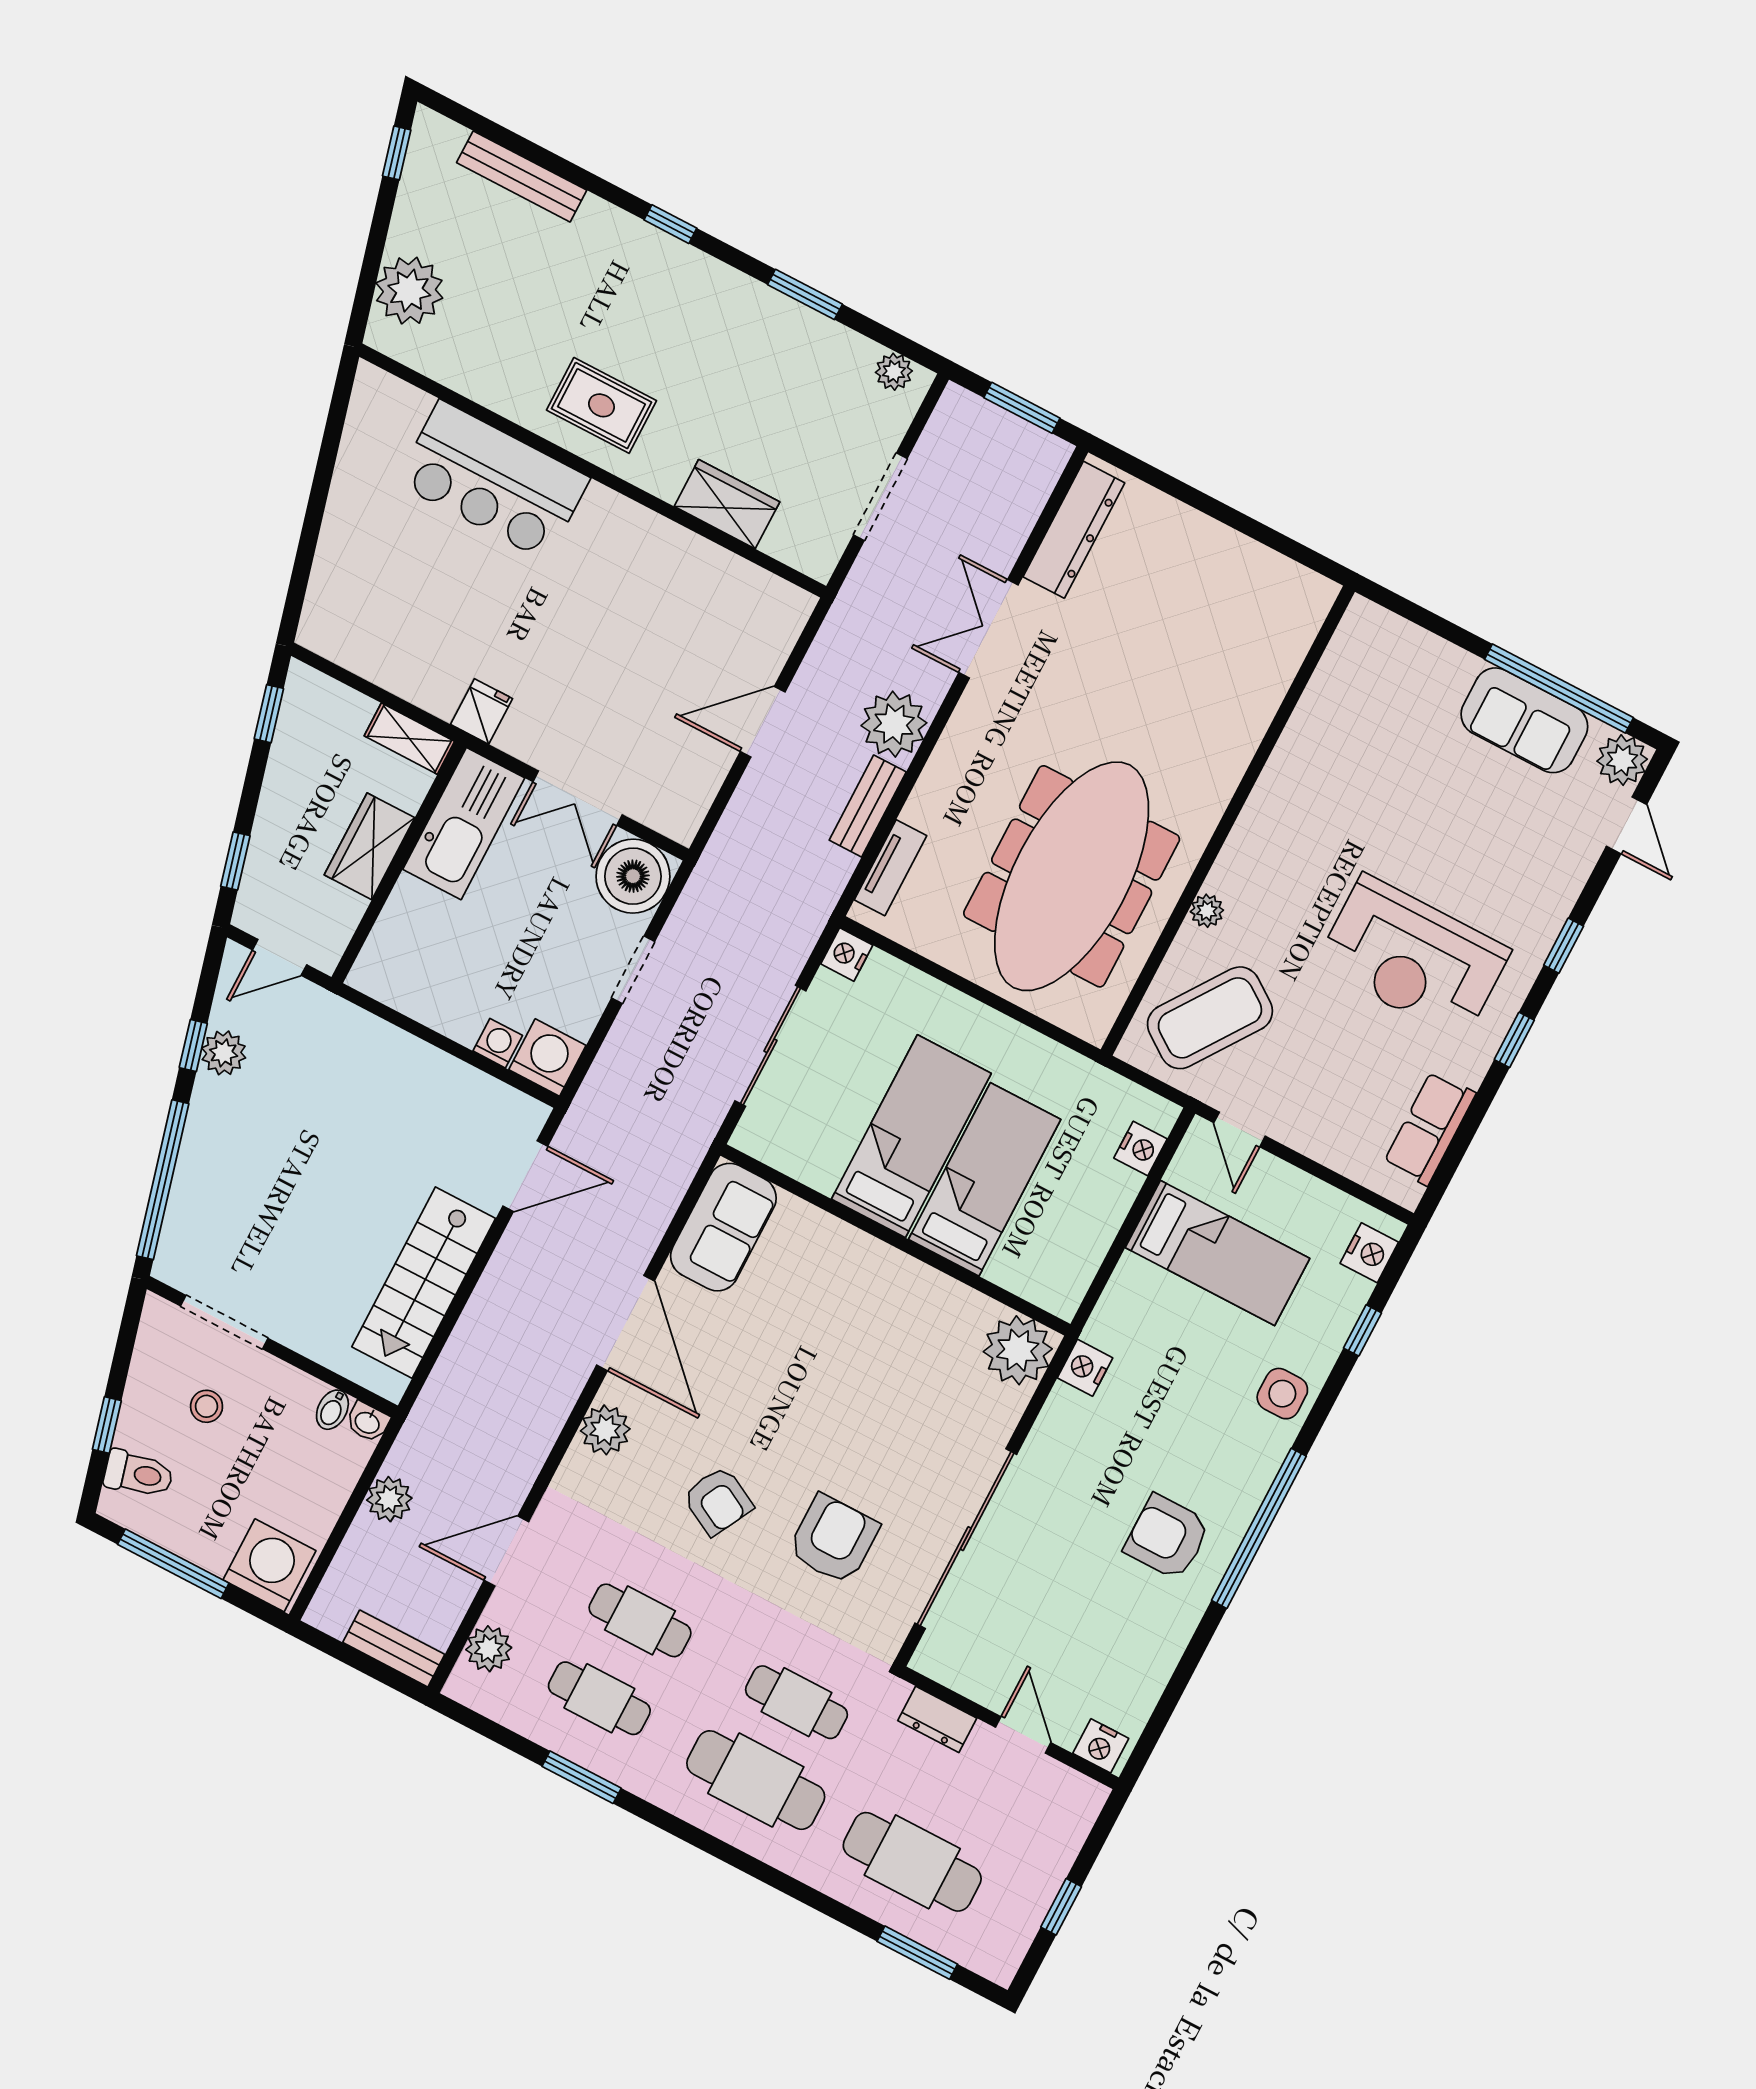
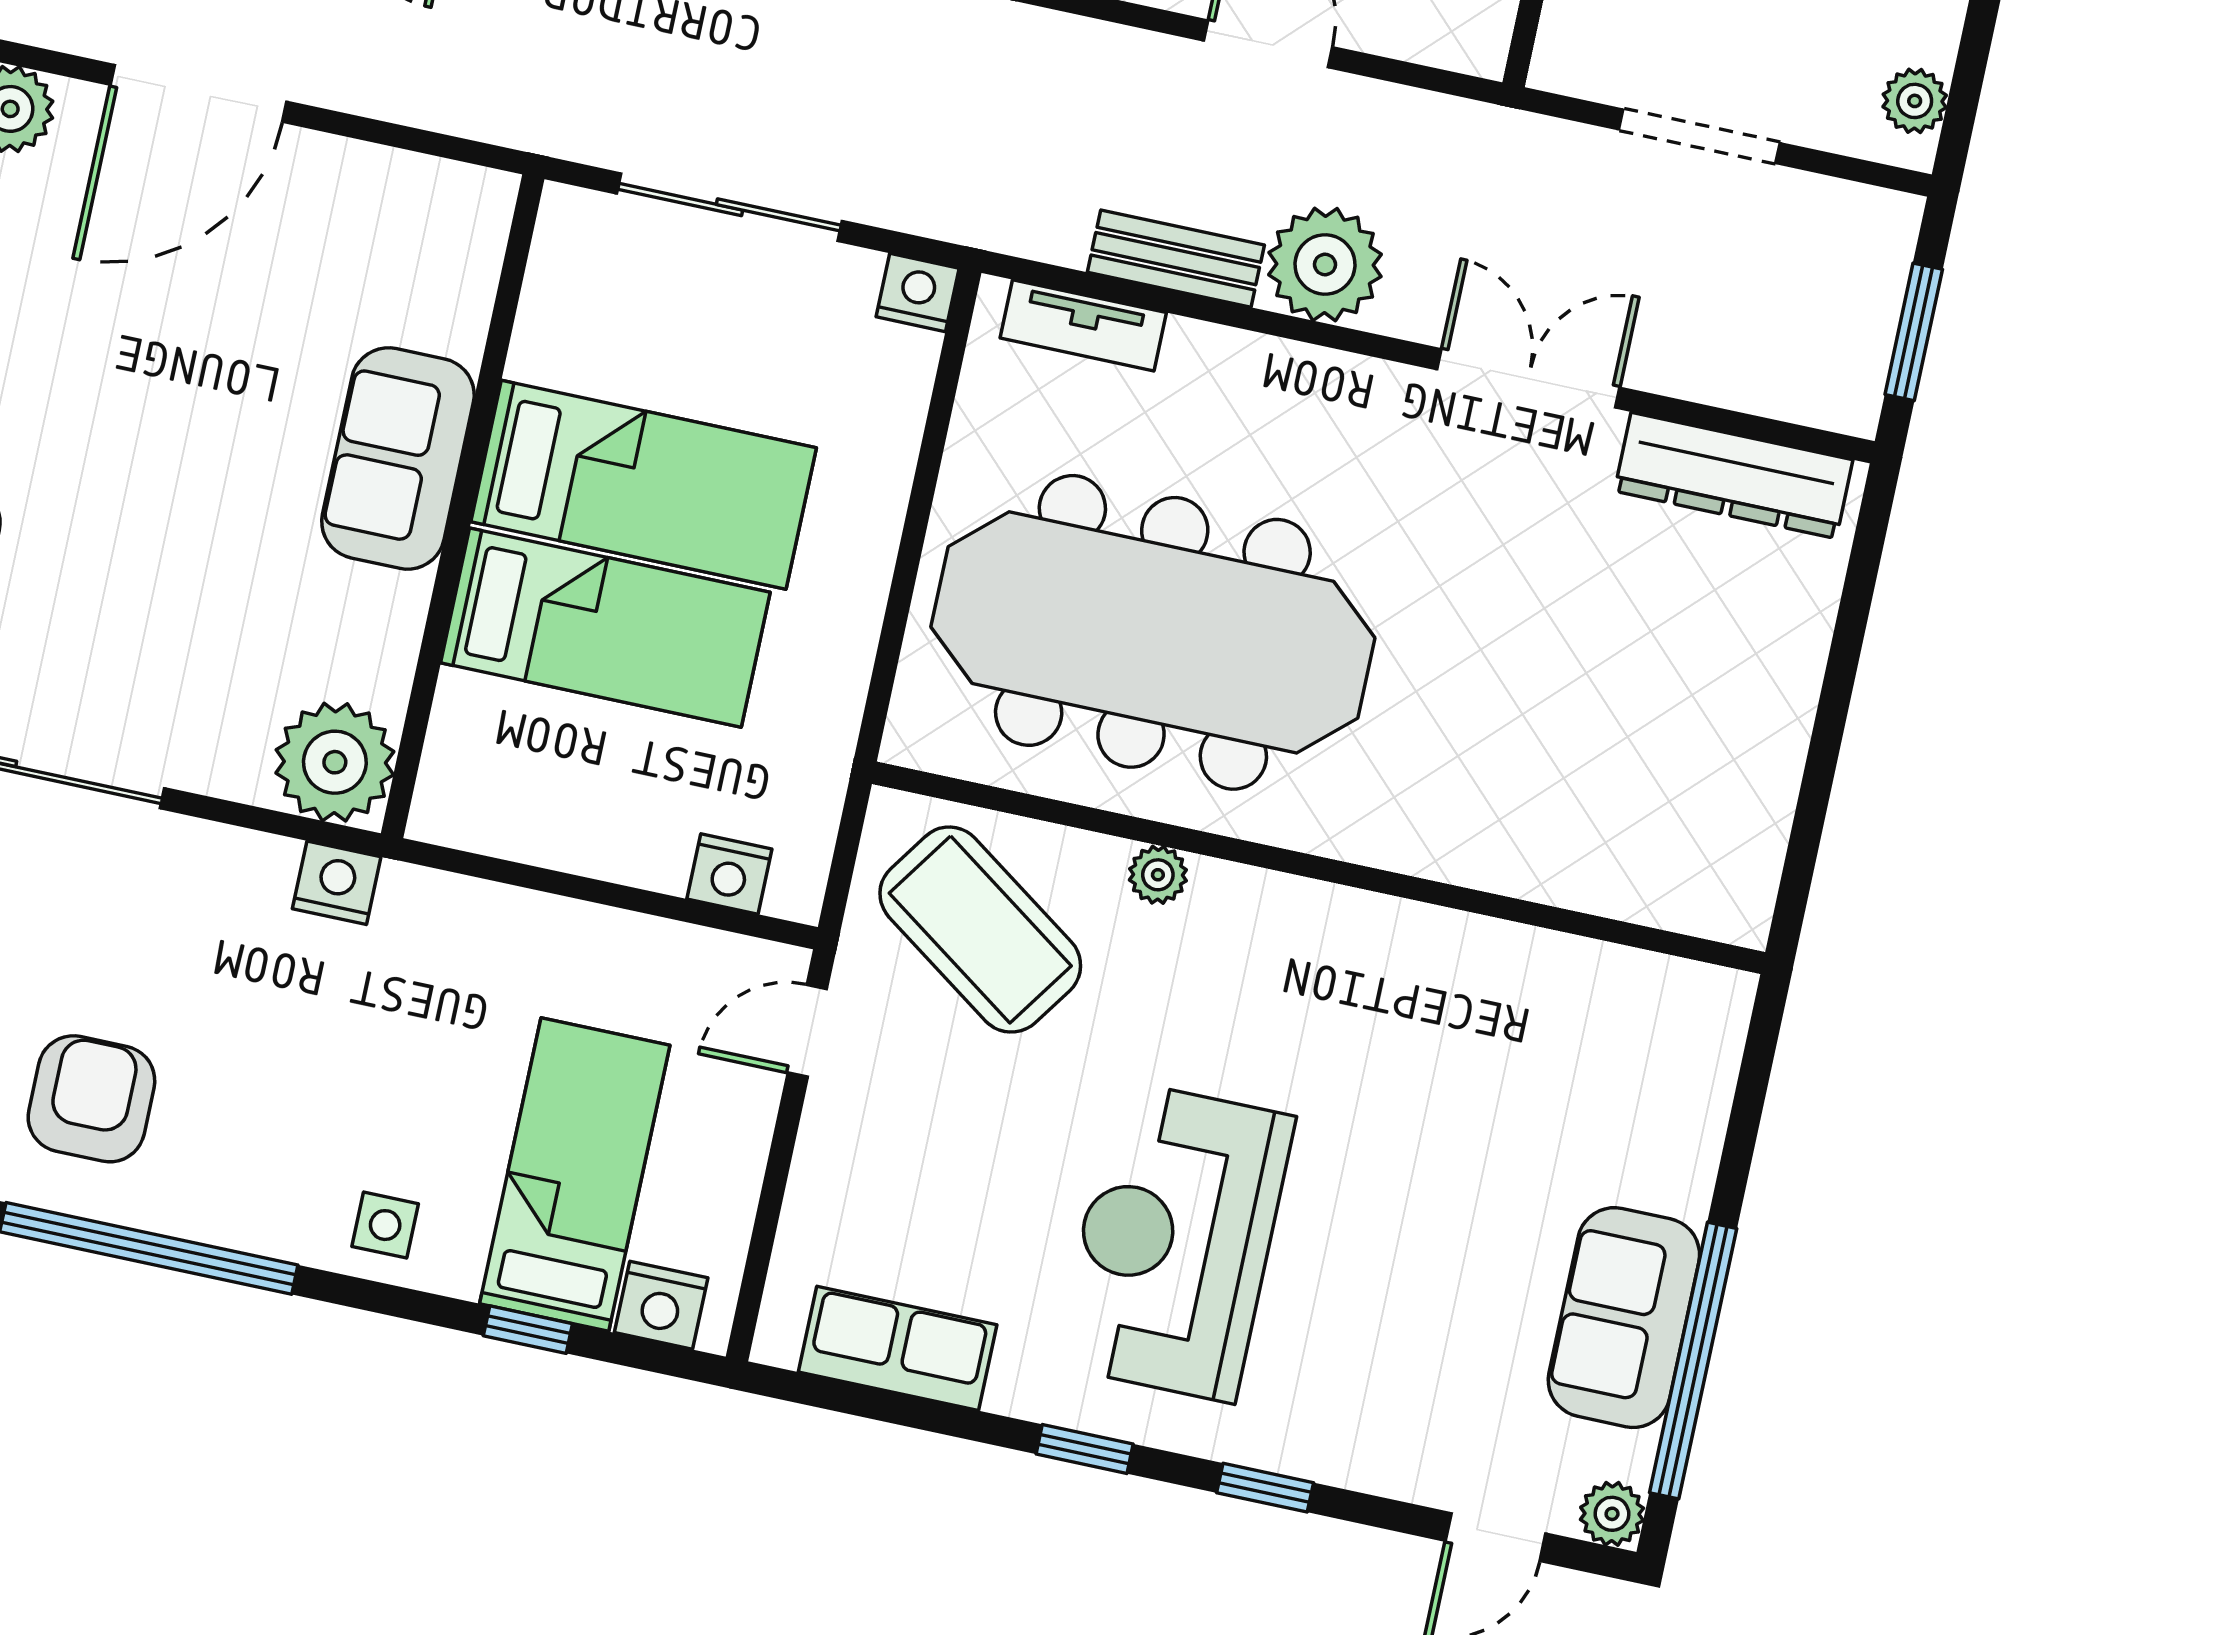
plant: (1622, 760) -> (1612, 1514), width x0.73, depth x0.73
sofa: (723, 1227) -> (398, 458), moved, turned 90
bed: (1218, 1253) -> (575, 1175), moved, turned 180
side table: (1282, 1394) -> (385, 1225), width x0.73, depth x0.73

